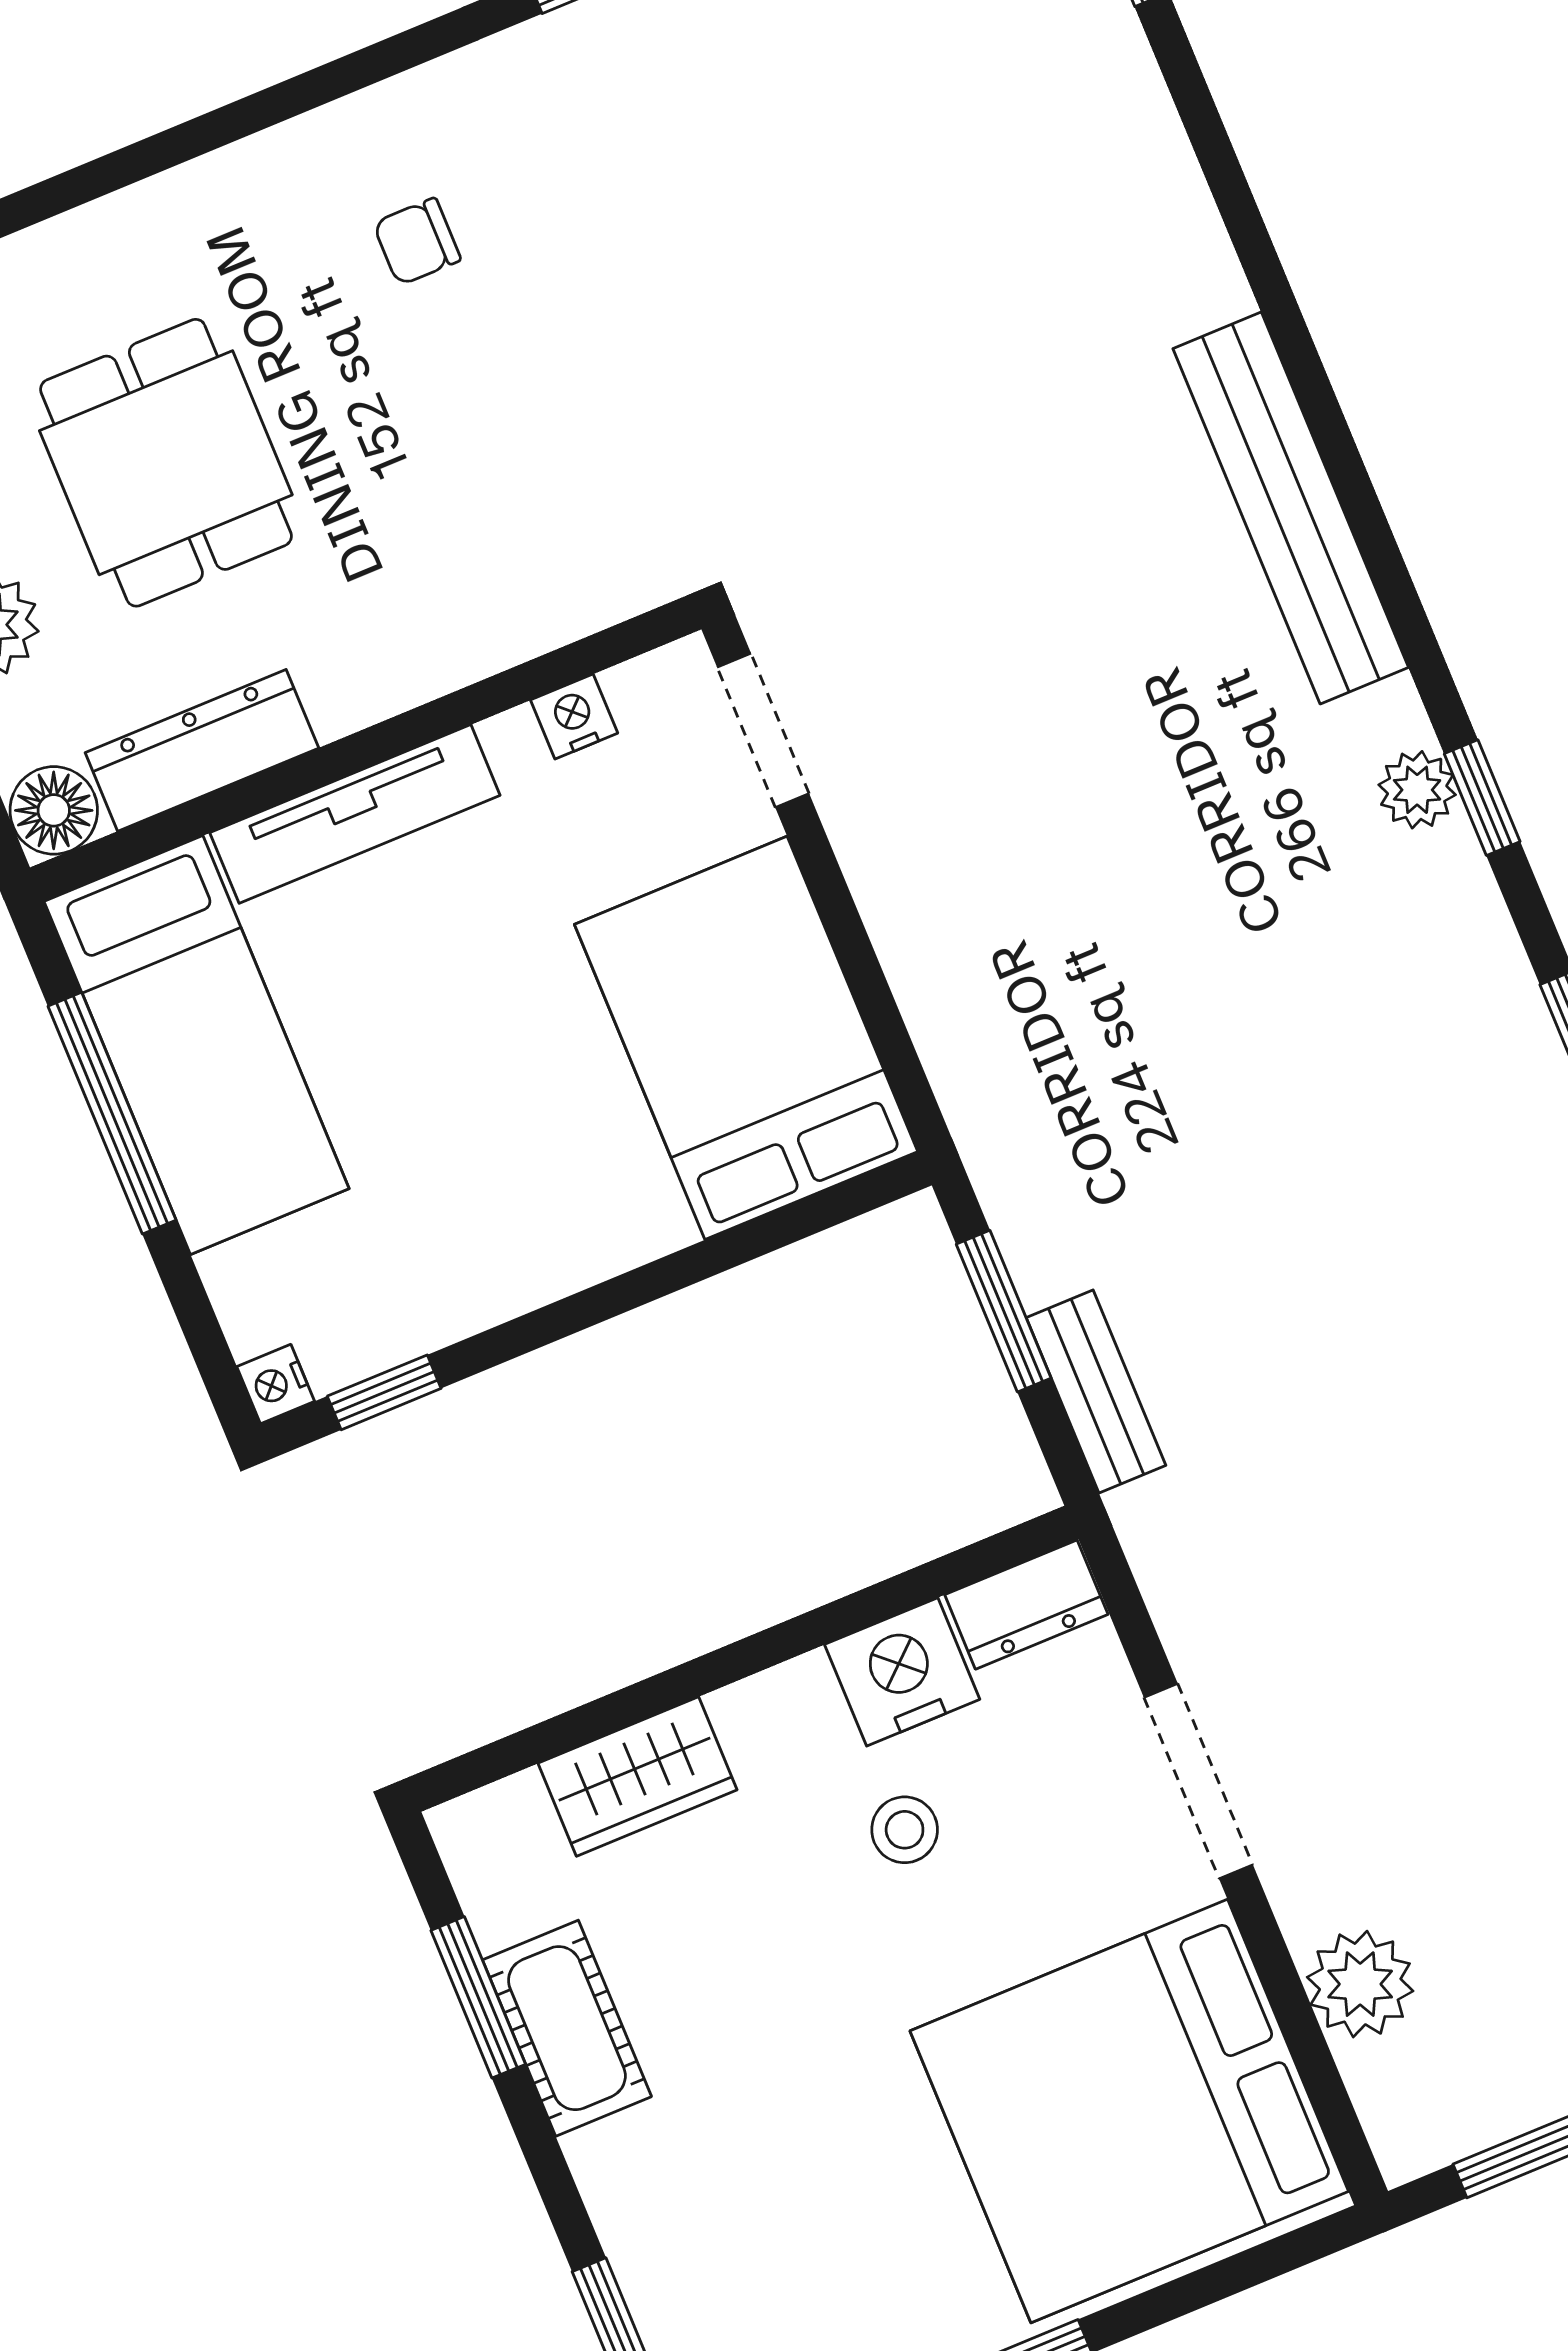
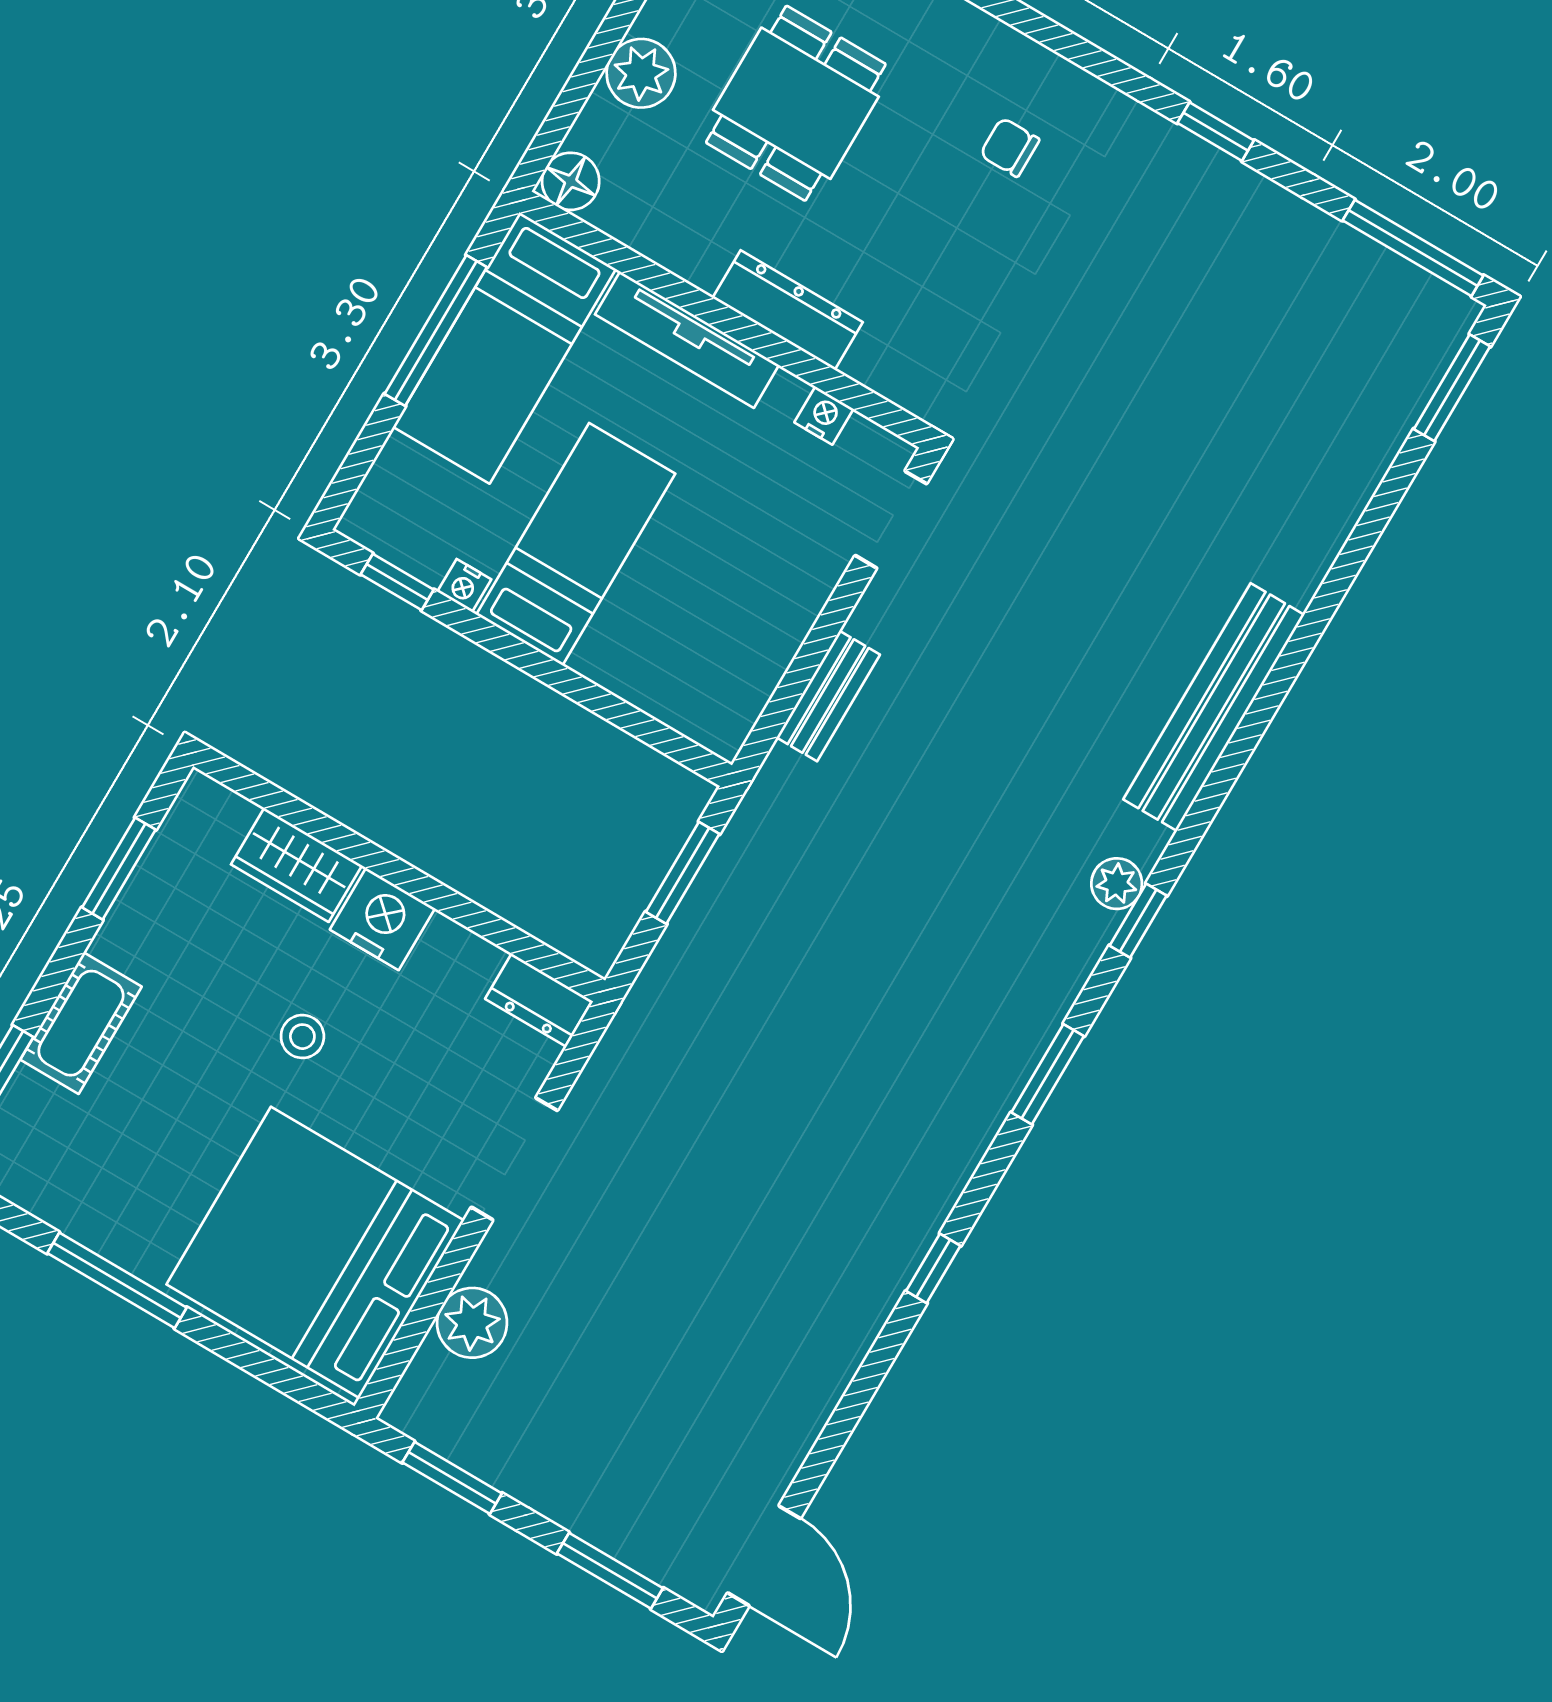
dresser: (202, 750) -> (788, 310), moved
bed: (746, 1038) -> (576, 544), moved, width x0.67
nightstand: (276, 1384) -> (464, 586), moved, turned -90
bench: (1096, 1392) -> (828, 696), moved
nightstand: (902, 1672) -> (382, 919), moved
stool: (905, 1830) -> (302, 1037), moved
cot: (567, 2028) -> (81, 1023), moved

